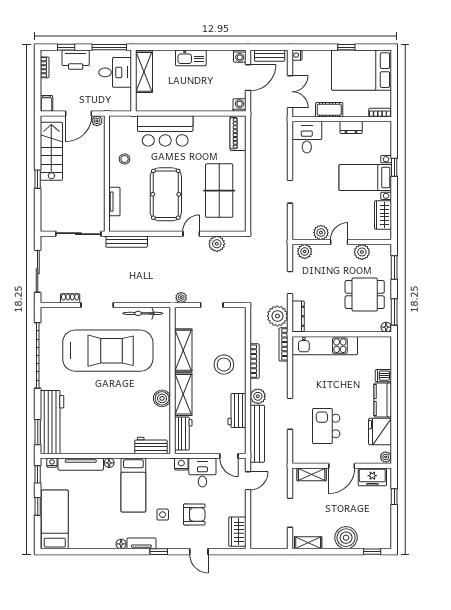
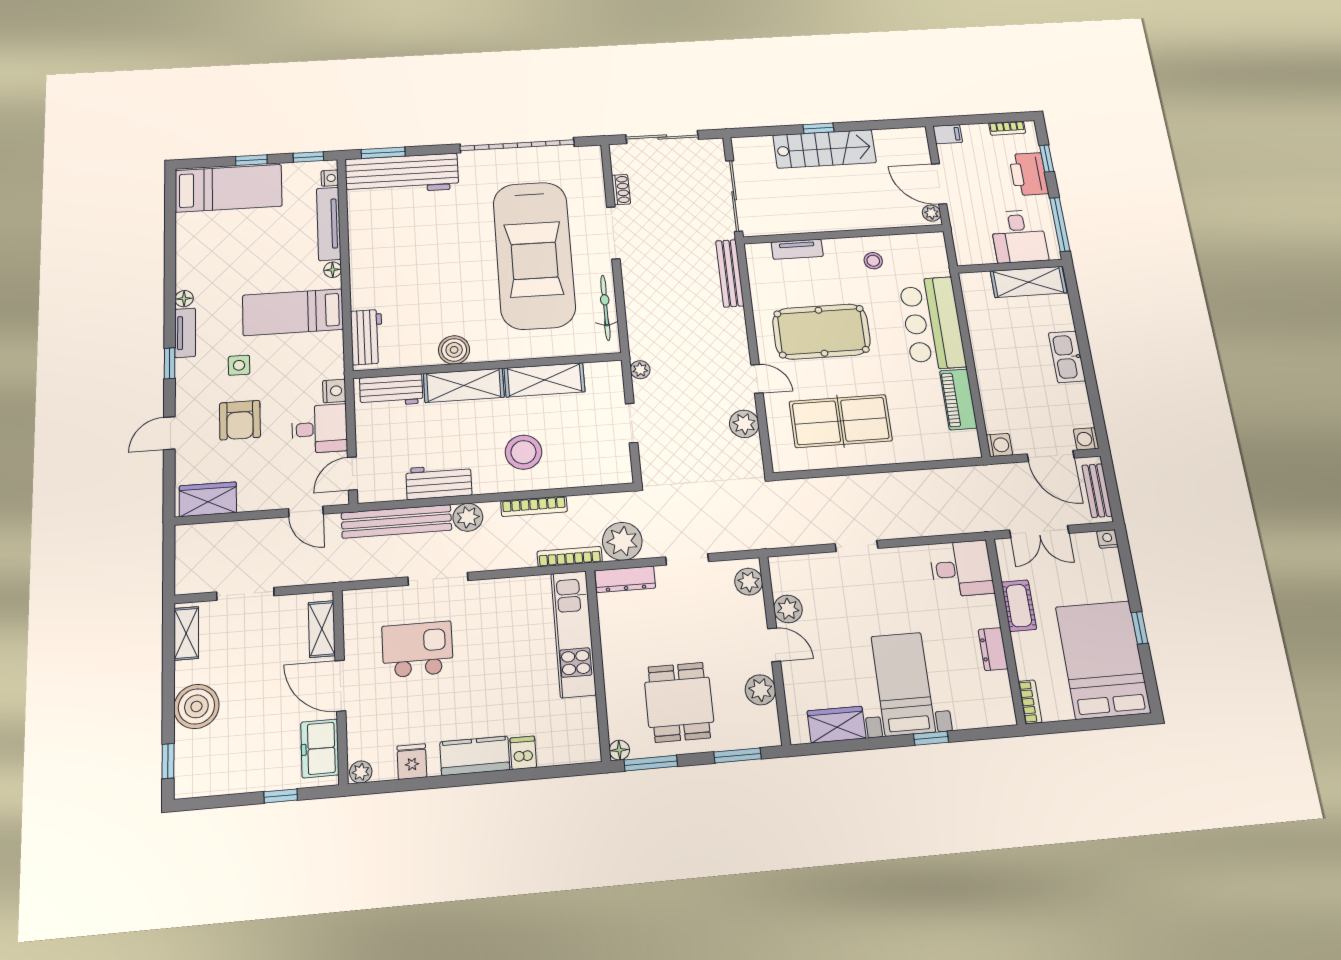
piano: (238, 133) -> (958, 399), moved, turned -90
stairs: (51, 151) -> (825, 149), moved
fridge: (380, 431) -> (412, 762), width x0.53, depth x0.75

